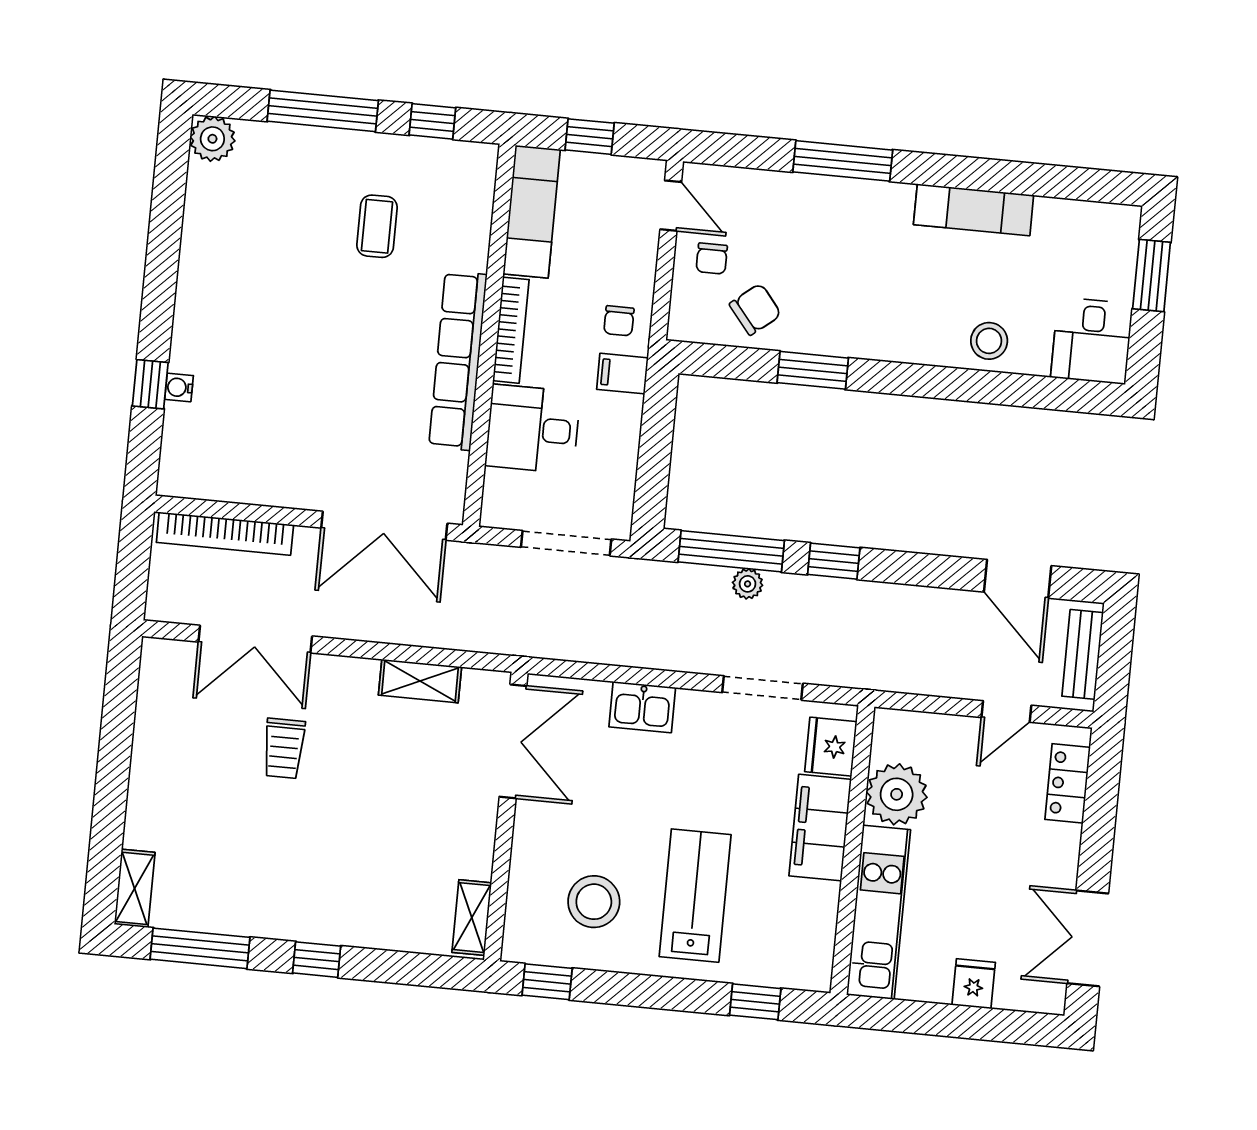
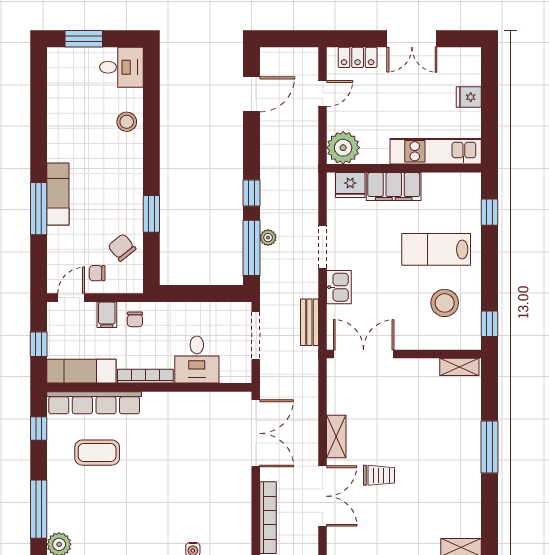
window: (323, 111) -> (39, 509), moved
exam couch: (974, 210) -> (58, 194), moved
coffee table: (377, 226) -> (97, 453), width x1.36, depth x1.30
chair: (712, 258) -> (97, 273), turned 180
chair: (619, 321) -> (135, 319), turned 90
row of seats: (458, 361) -> (94, 403), moved
filing cabinet: (622, 374) -> (107, 315), moved
bench: (1083, 654) -> (309, 322), moved, turned 90
shelving: (420, 681) -> (336, 436), moved
doorway: (763, 688) -> (323, 247), moved
door: (1006, 711) -> (323, 94), hinge flipped
plant: (897, 794) -> (343, 148), moved
double door: (1088, 938) -> (412, 39), moved
window: (200, 948) -> (490, 510), removed
window: (317, 960) -> (490, 447), width x2.17

